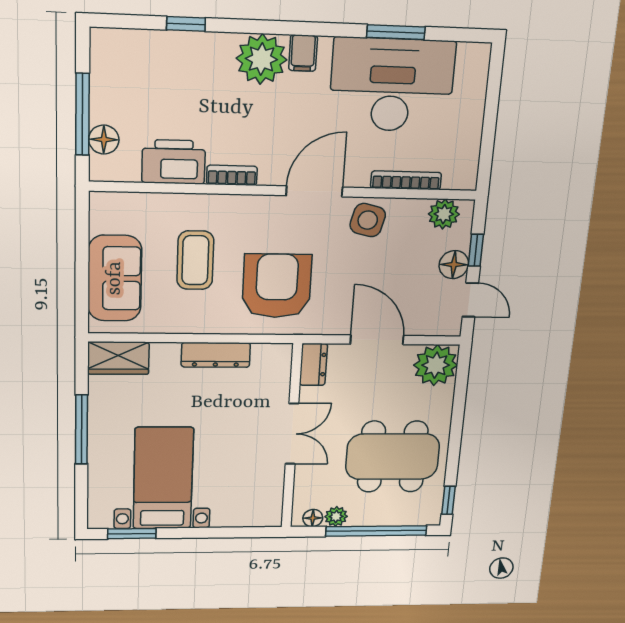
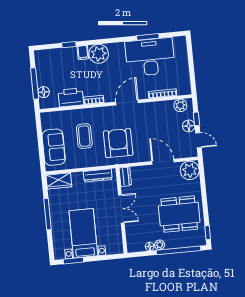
filing cabinet: (303, 53) -> (83, 53), moved
side table: (368, 220) -> (150, 112), removed
dresser: (313, 364) -> (125, 177), moved
double door: (292, 434) -> (121, 209), moved
wall: (292, 437) -> (121, 211), moved

